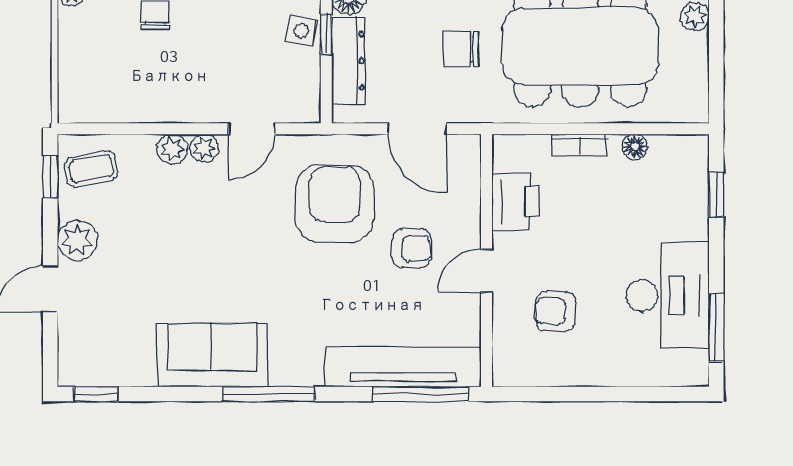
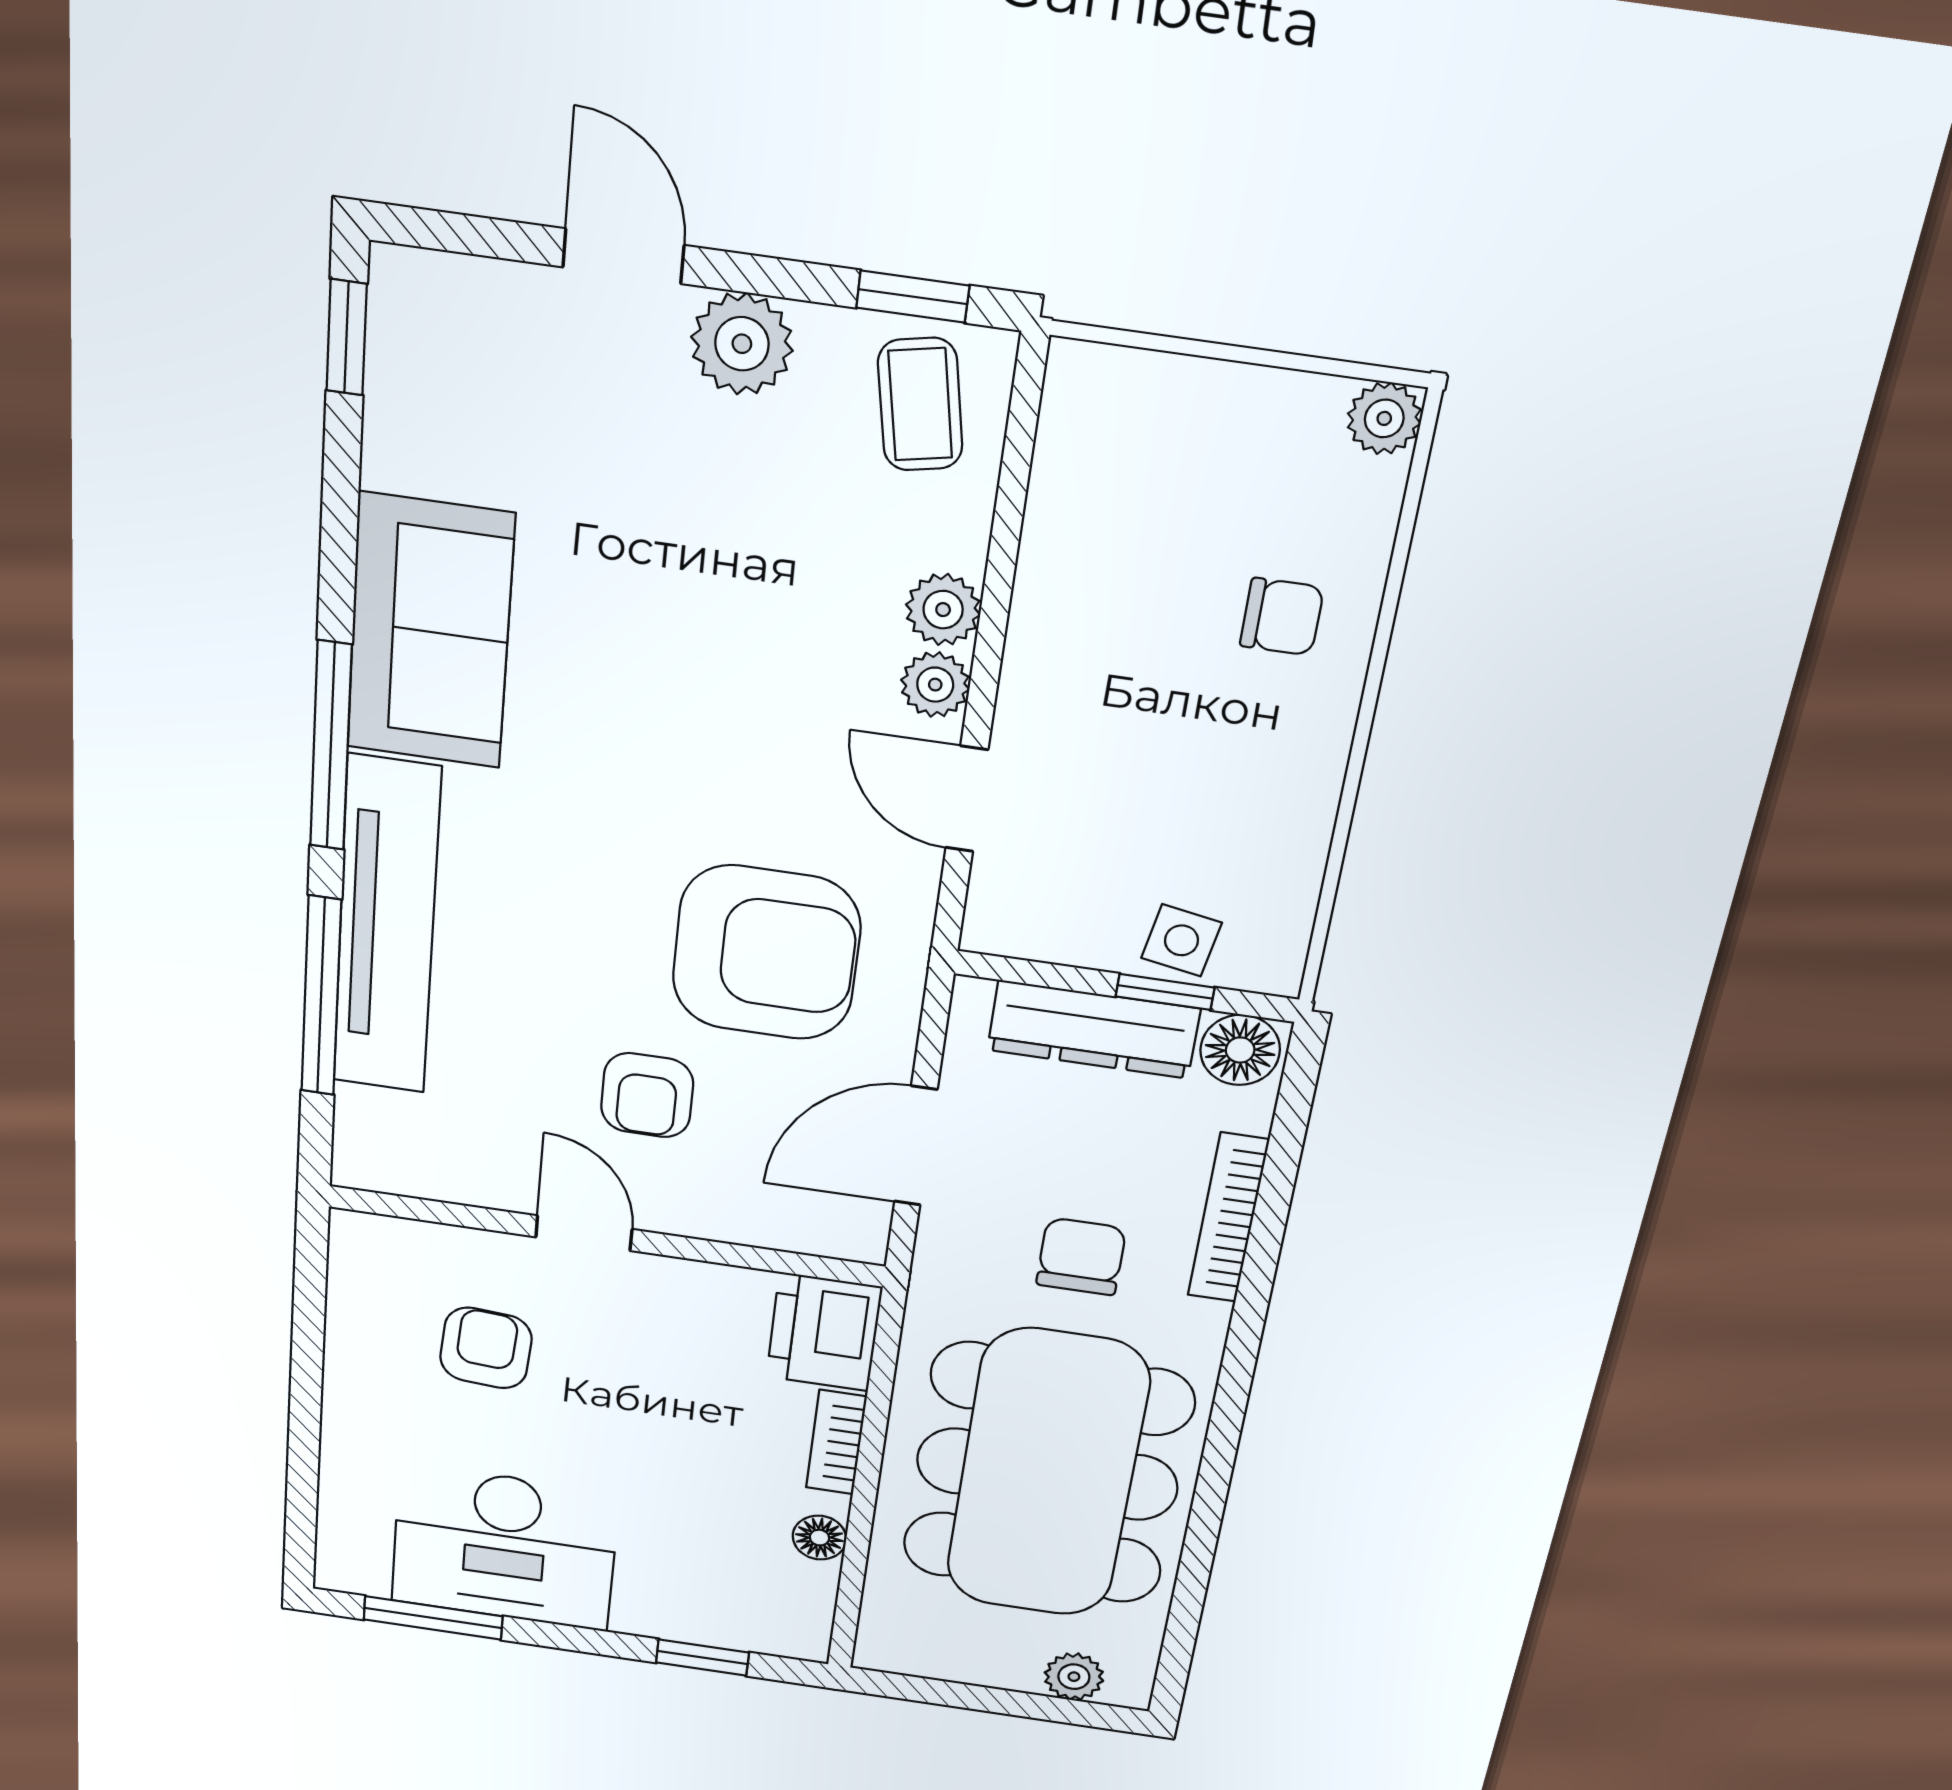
printer: (515, 202) -> (824, 1332), moved, turned 90
tv unit: (403, 367) -> (386, 927), moved
window: (421, 394) -> (321, 996), moved

